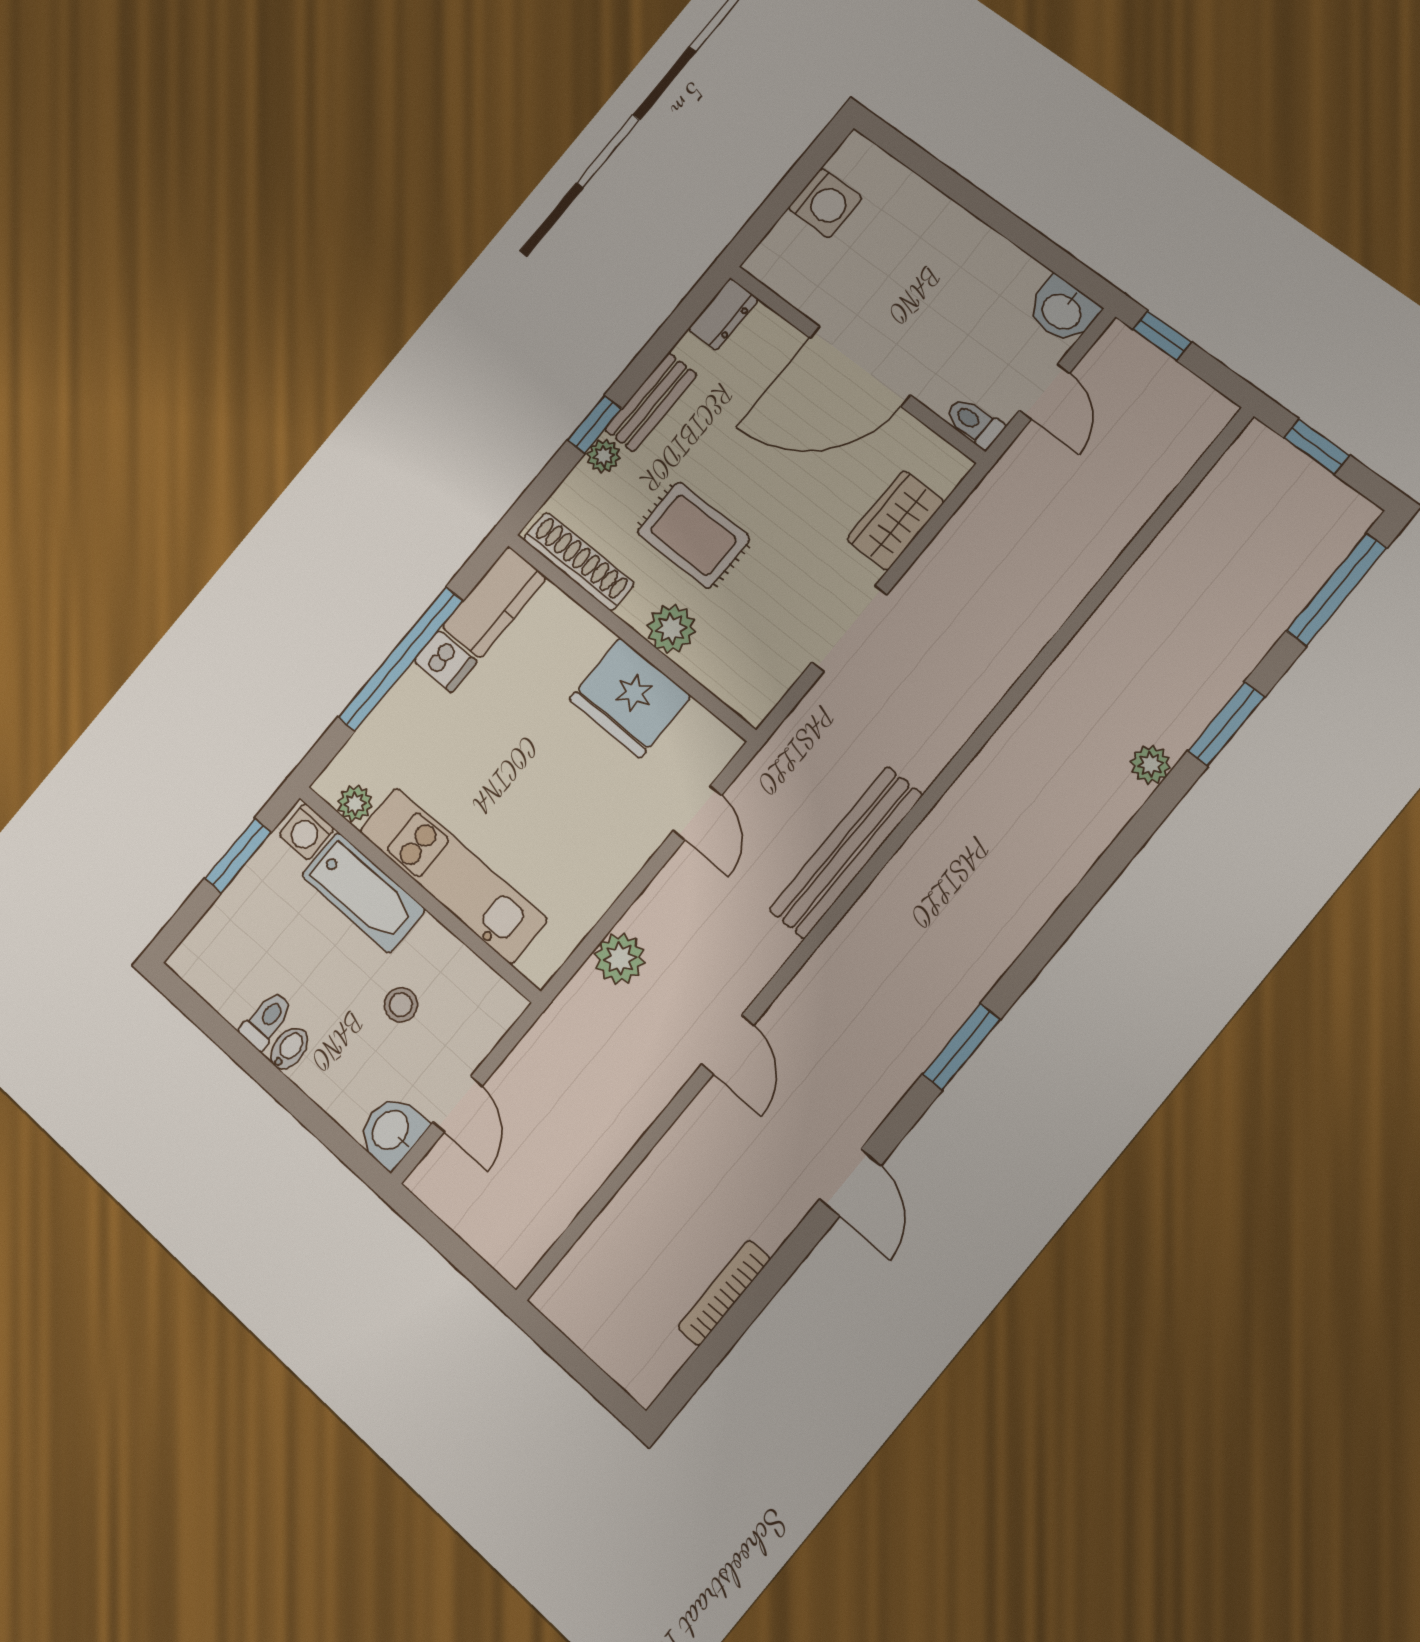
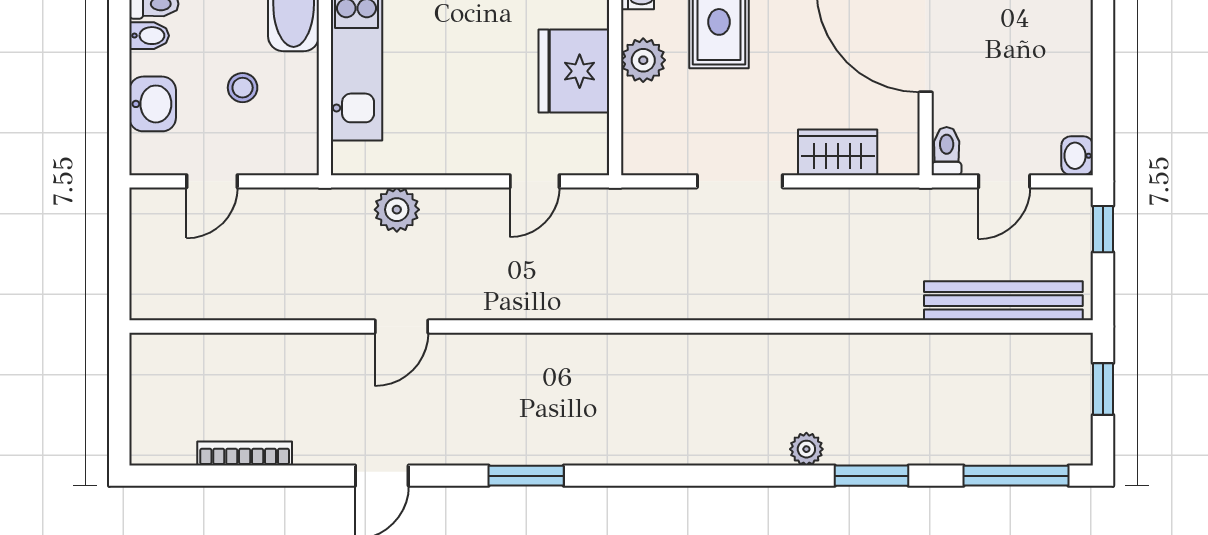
washbasin: (1062, 310) -> (1077, 156), width x0.72, depth x0.69
bench: (846, 852) -> (1003, 301), moved
washbasin: (392, 1131) -> (153, 104), moved, turned 90

